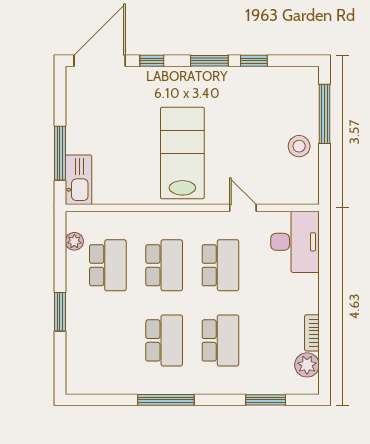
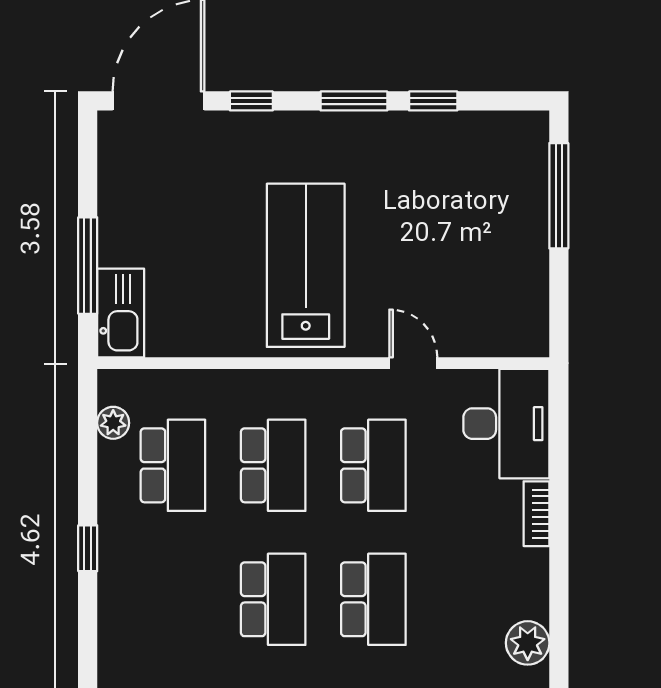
stool: (299, 146) -> (514, 253), removed
window: (60, 312) -> (88, 548), width x0.67
bookcase: (312, 333) -> (536, 514), moved

